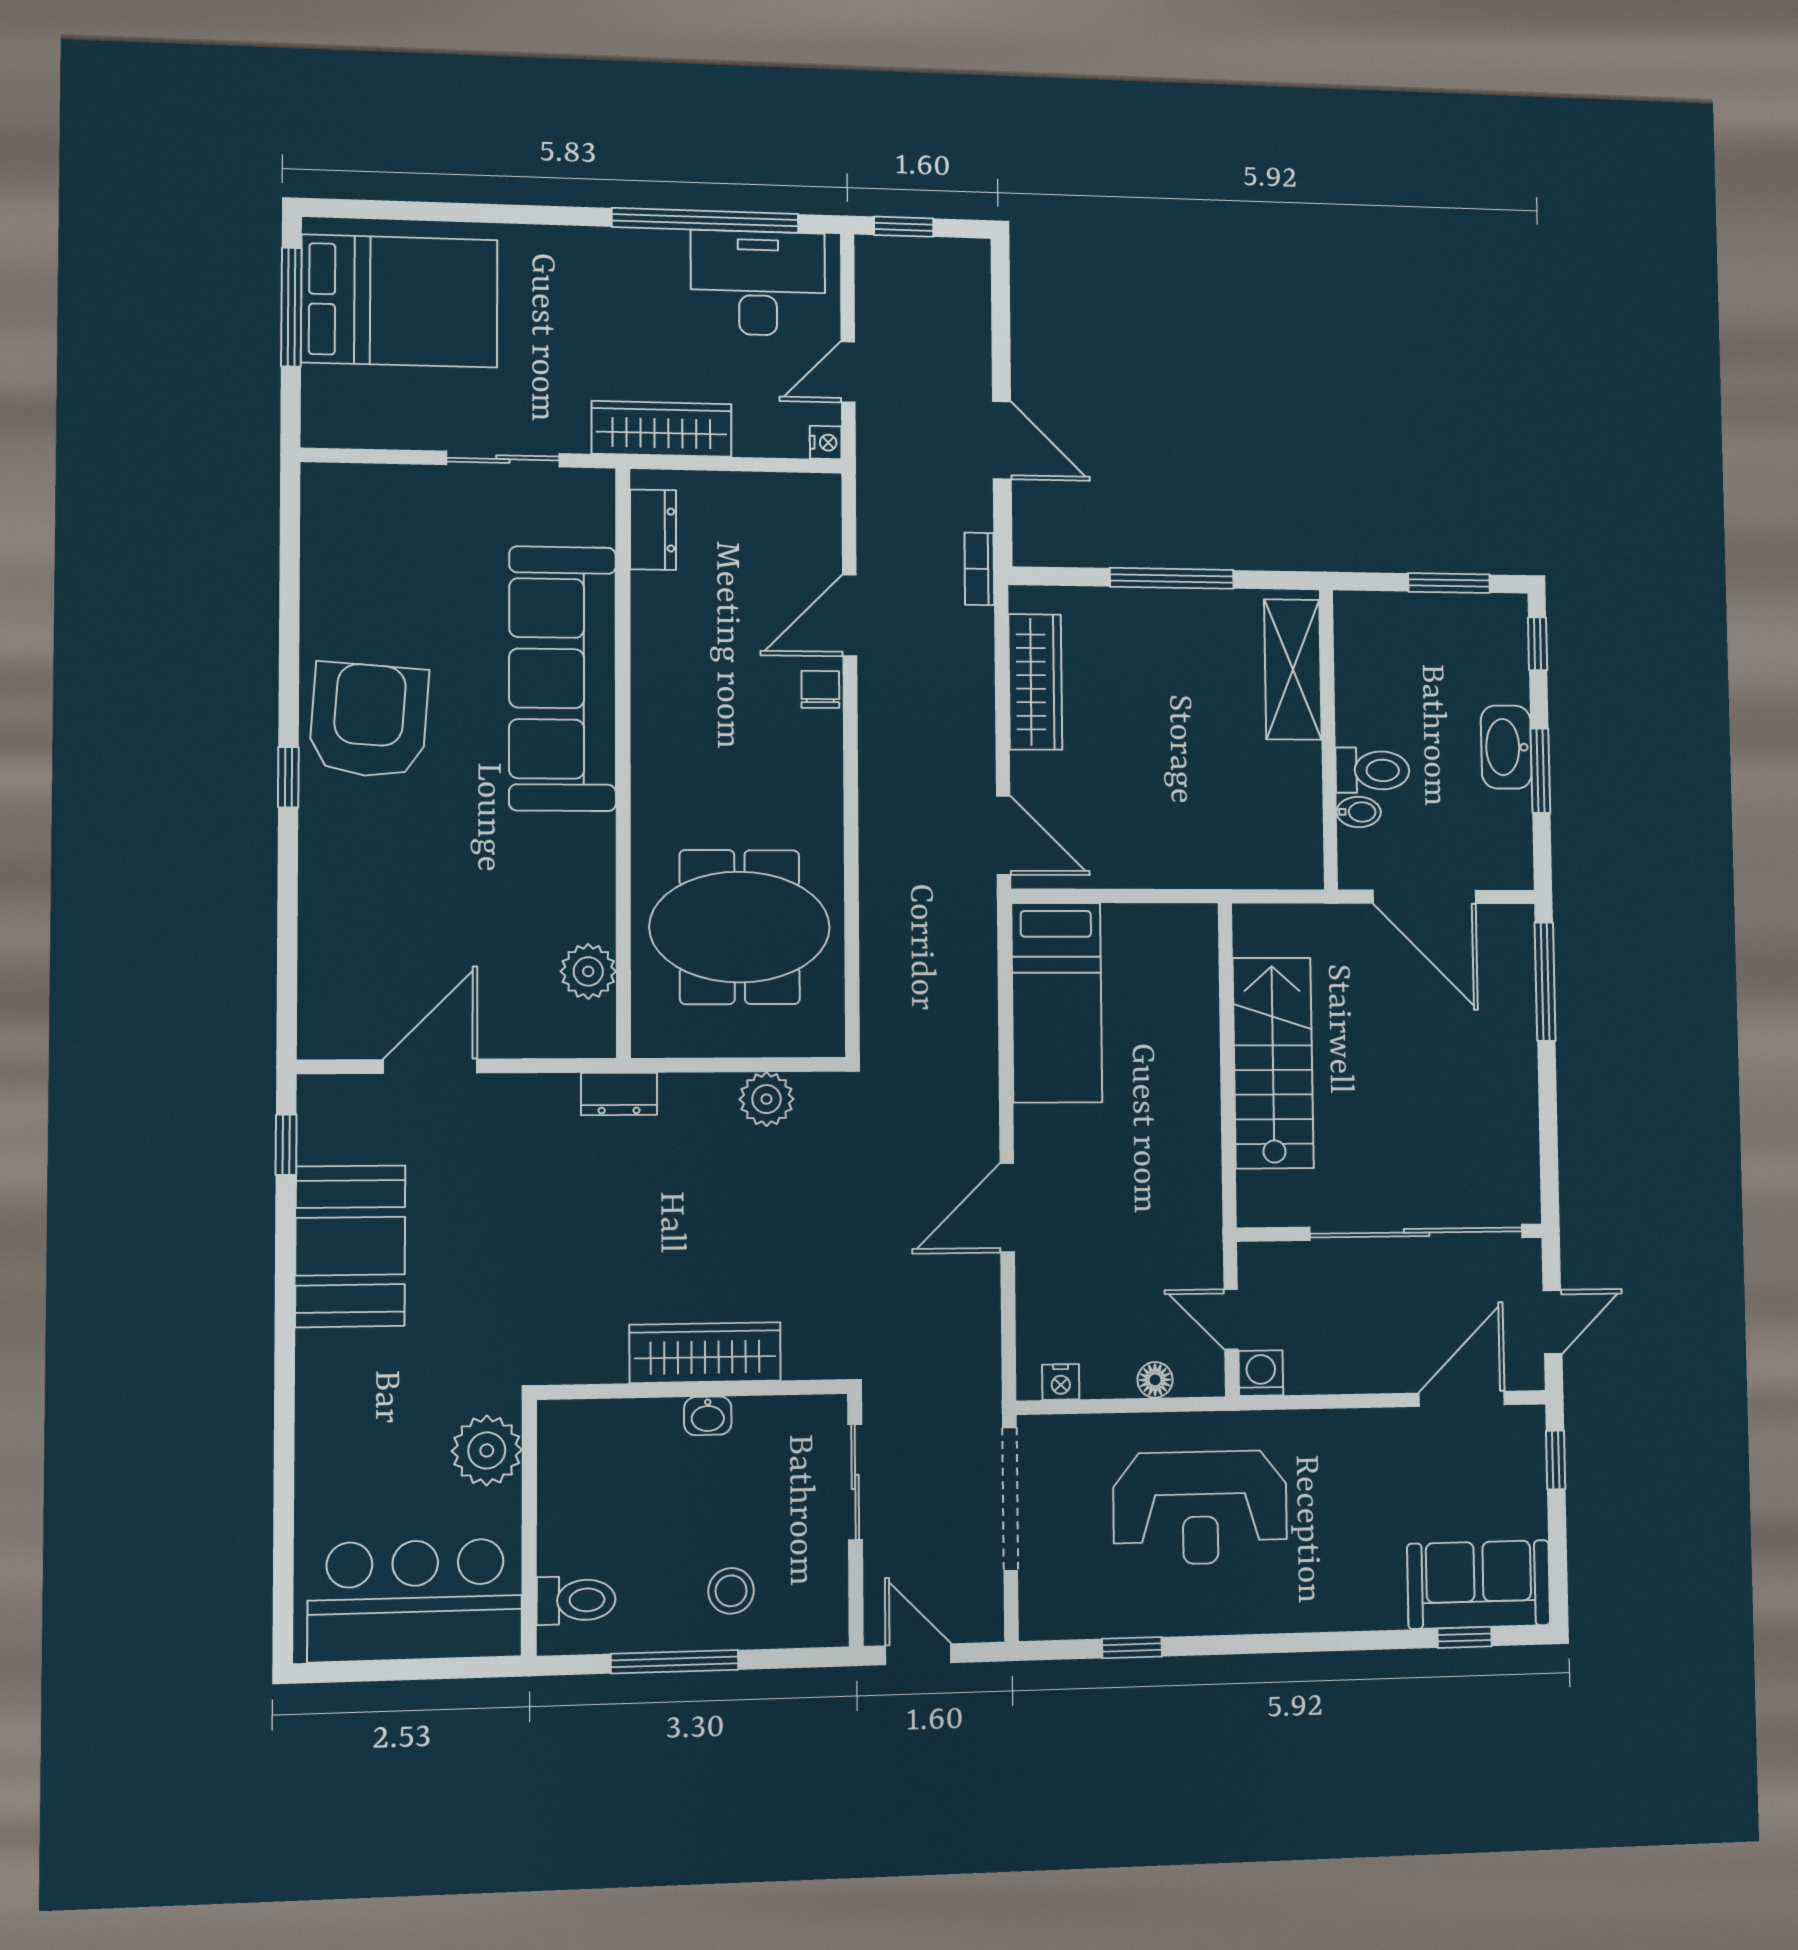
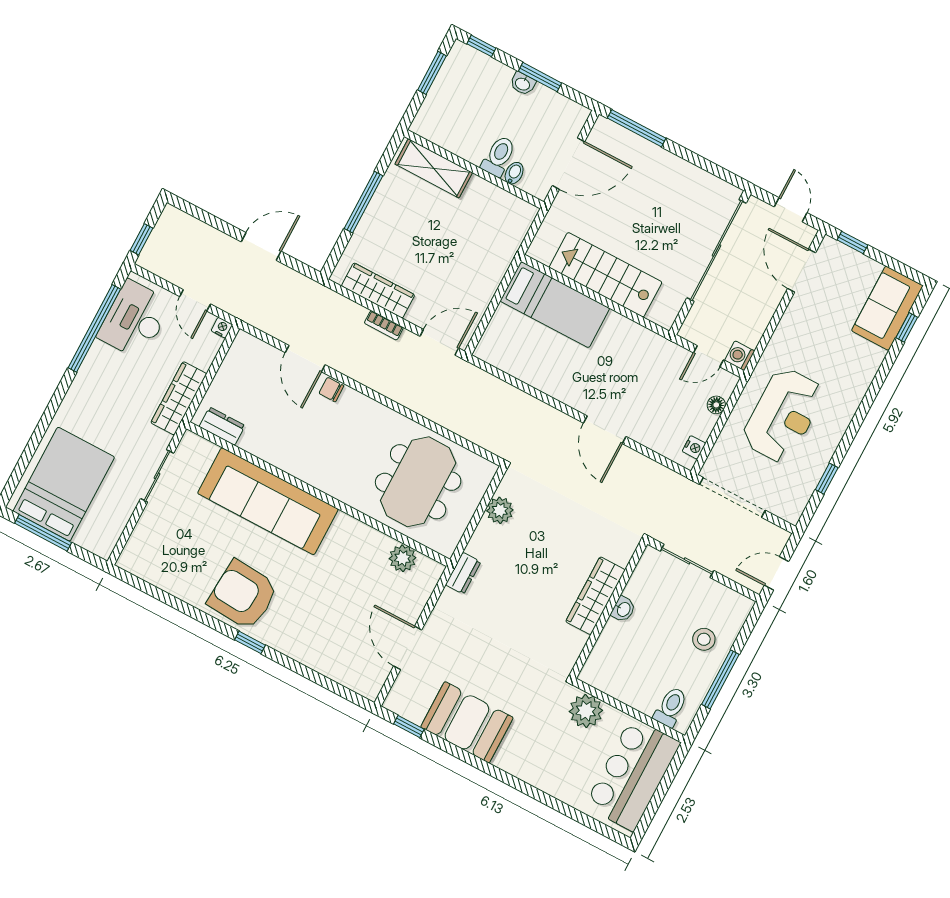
bookcase: (979, 569) -> (384, 325), moved
washbasin: (1506, 747) -> (523, 84), width x0.52, depth x0.69
bed: (1057, 1003) -> (555, 305), moved

